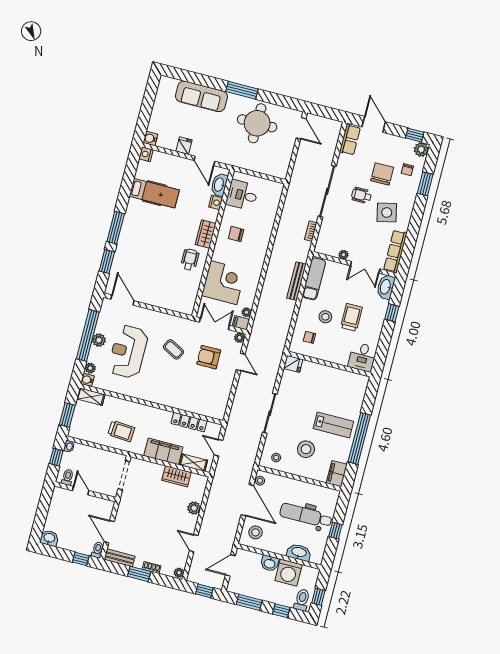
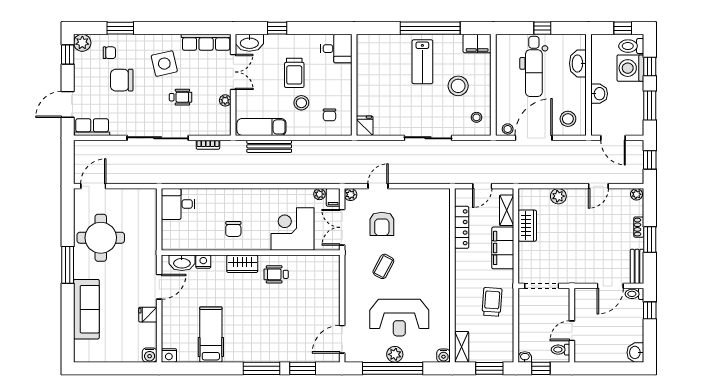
desk: (242, 195) -> (178, 204), moved, turned 90
wheelchair: (361, 195) -> (181, 97), moved, turned -90
trolley: (351, 317) -> (294, 73), turned -90
plant: (90, 368) -> (429, 356), removed
lab bench: (333, 425) -> (422, 62), turned 180
washing machine: (289, 573) -> (630, 68), moved, turned 180

